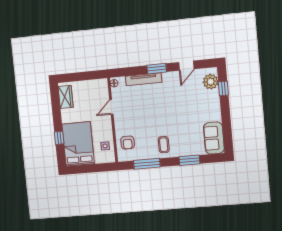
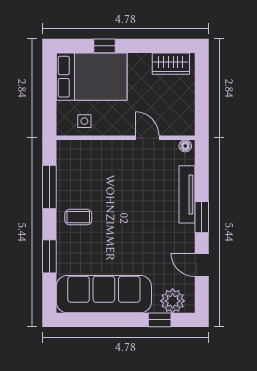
sofa: (214, 138) -> (104, 294), width x1.85, depth x1.27
armchair: (128, 142) -> (87, 159), removed

